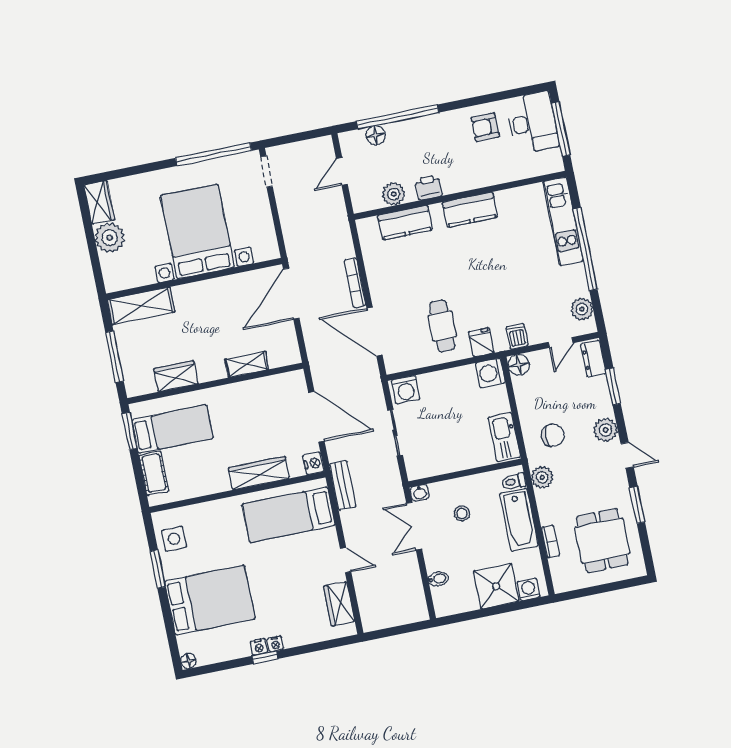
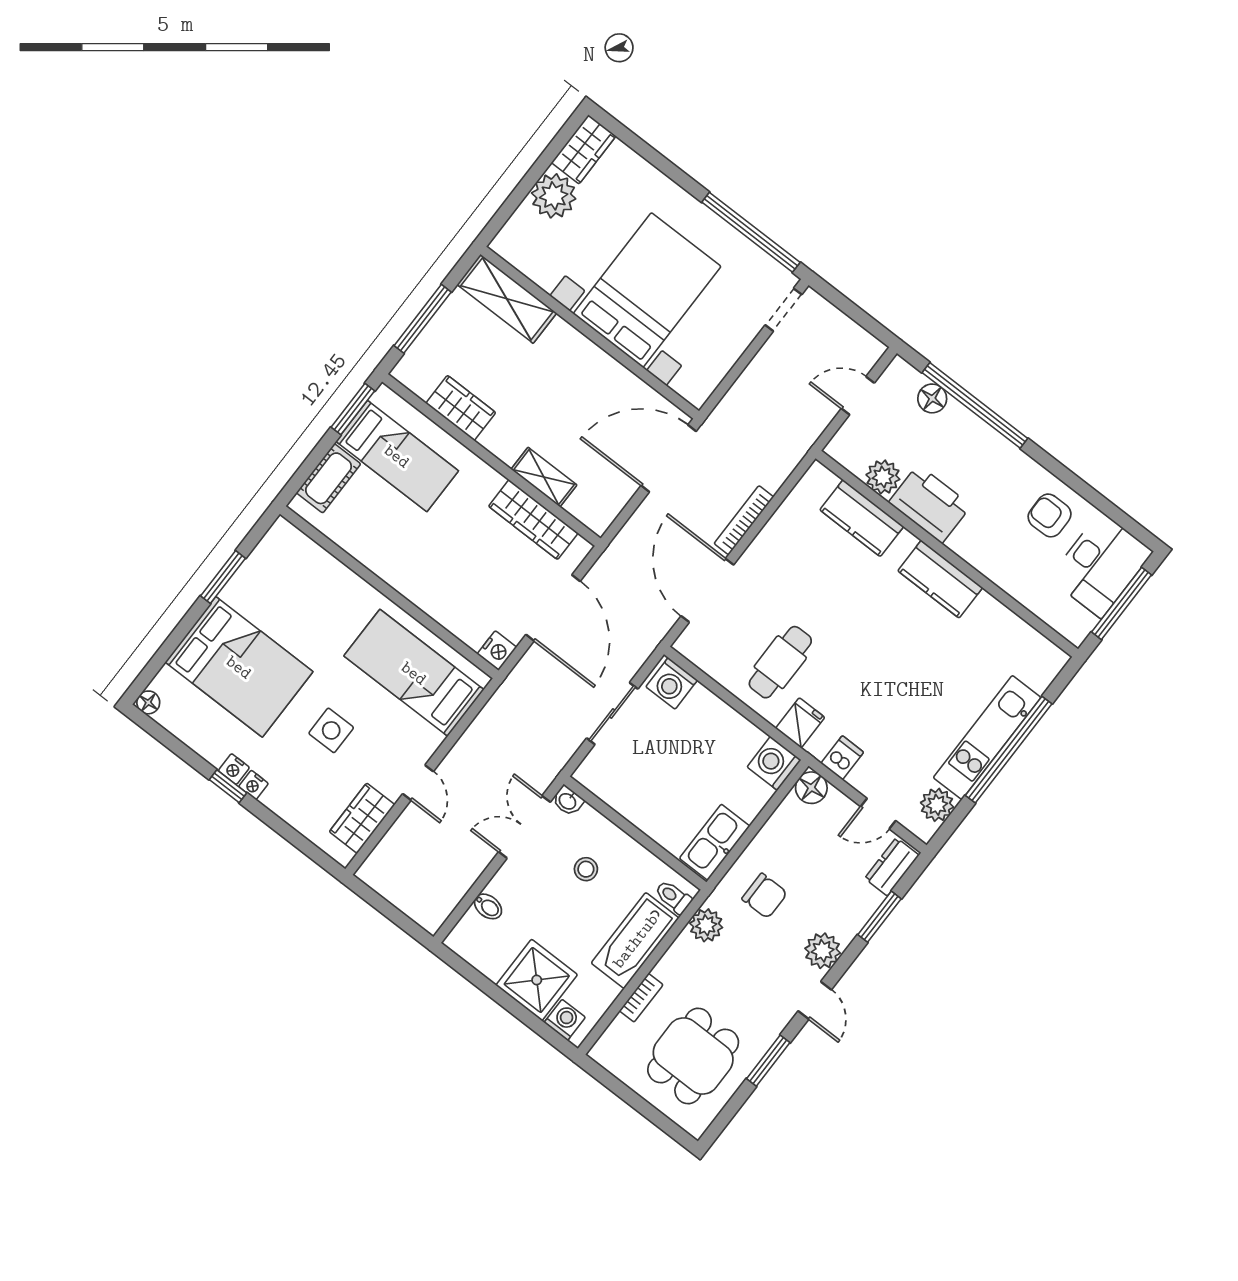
printer: (429, 187) -> (930, 504), width x1.87, depth x1.48
kitchen unit: (563, 221) -> (987, 738), moved
wardrobe: (259, 473) -> (533, 520), moved, turned 180
bench: (343, 485) -> (501, 706), removed
side table: (174, 539) -> (331, 730), moved

